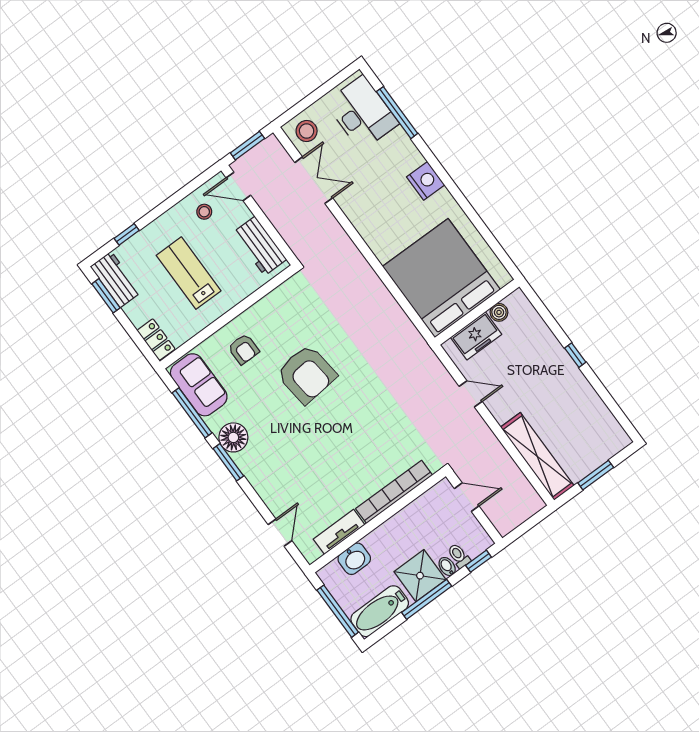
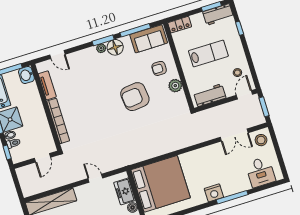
desk: (362, 113) -> (260, 172), width x0.73
window: (397, 113) -> (232, 197), moved
plant: (264, 311) -> (175, 86), added
door: (471, 394) -> (95, 178), swing flipped
plant: (243, 461) -> (101, 48), added
washbasin: (354, 559) -> (26, 75), moved

